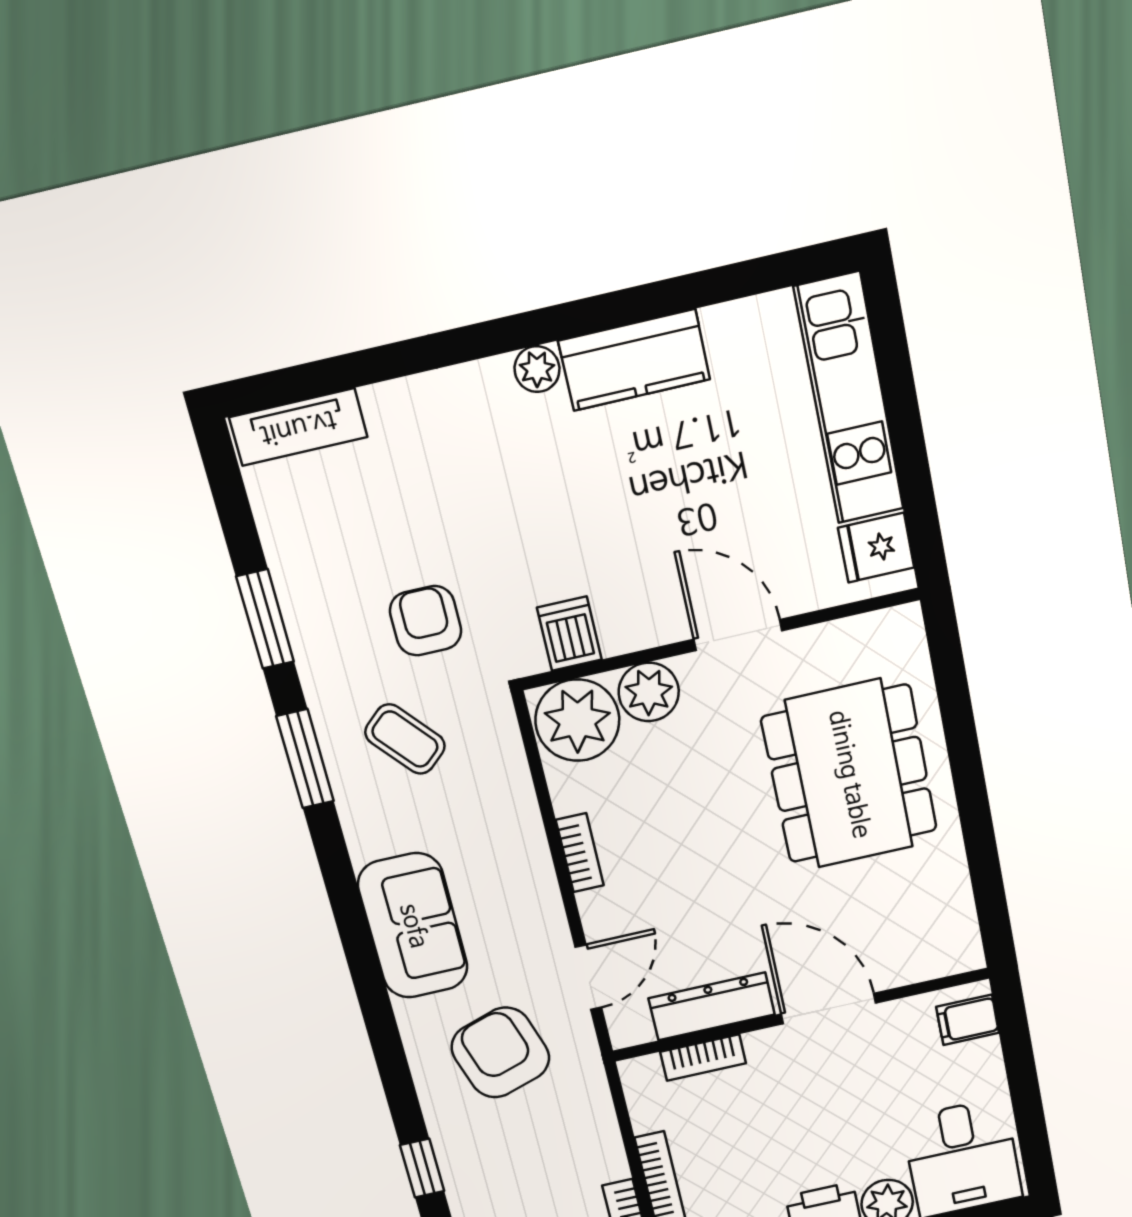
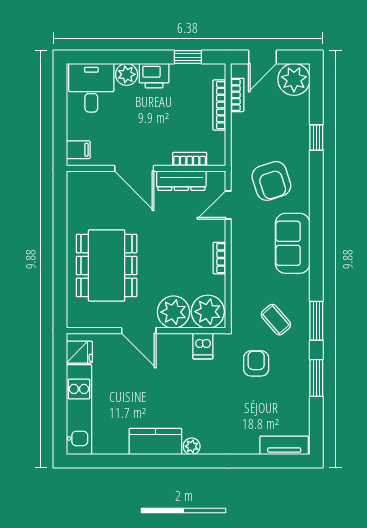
armchair: (426, 621) -> (256, 363), turned 180
plant: (649, 692) -> (173, 312), width x1.36, depth x1.36

